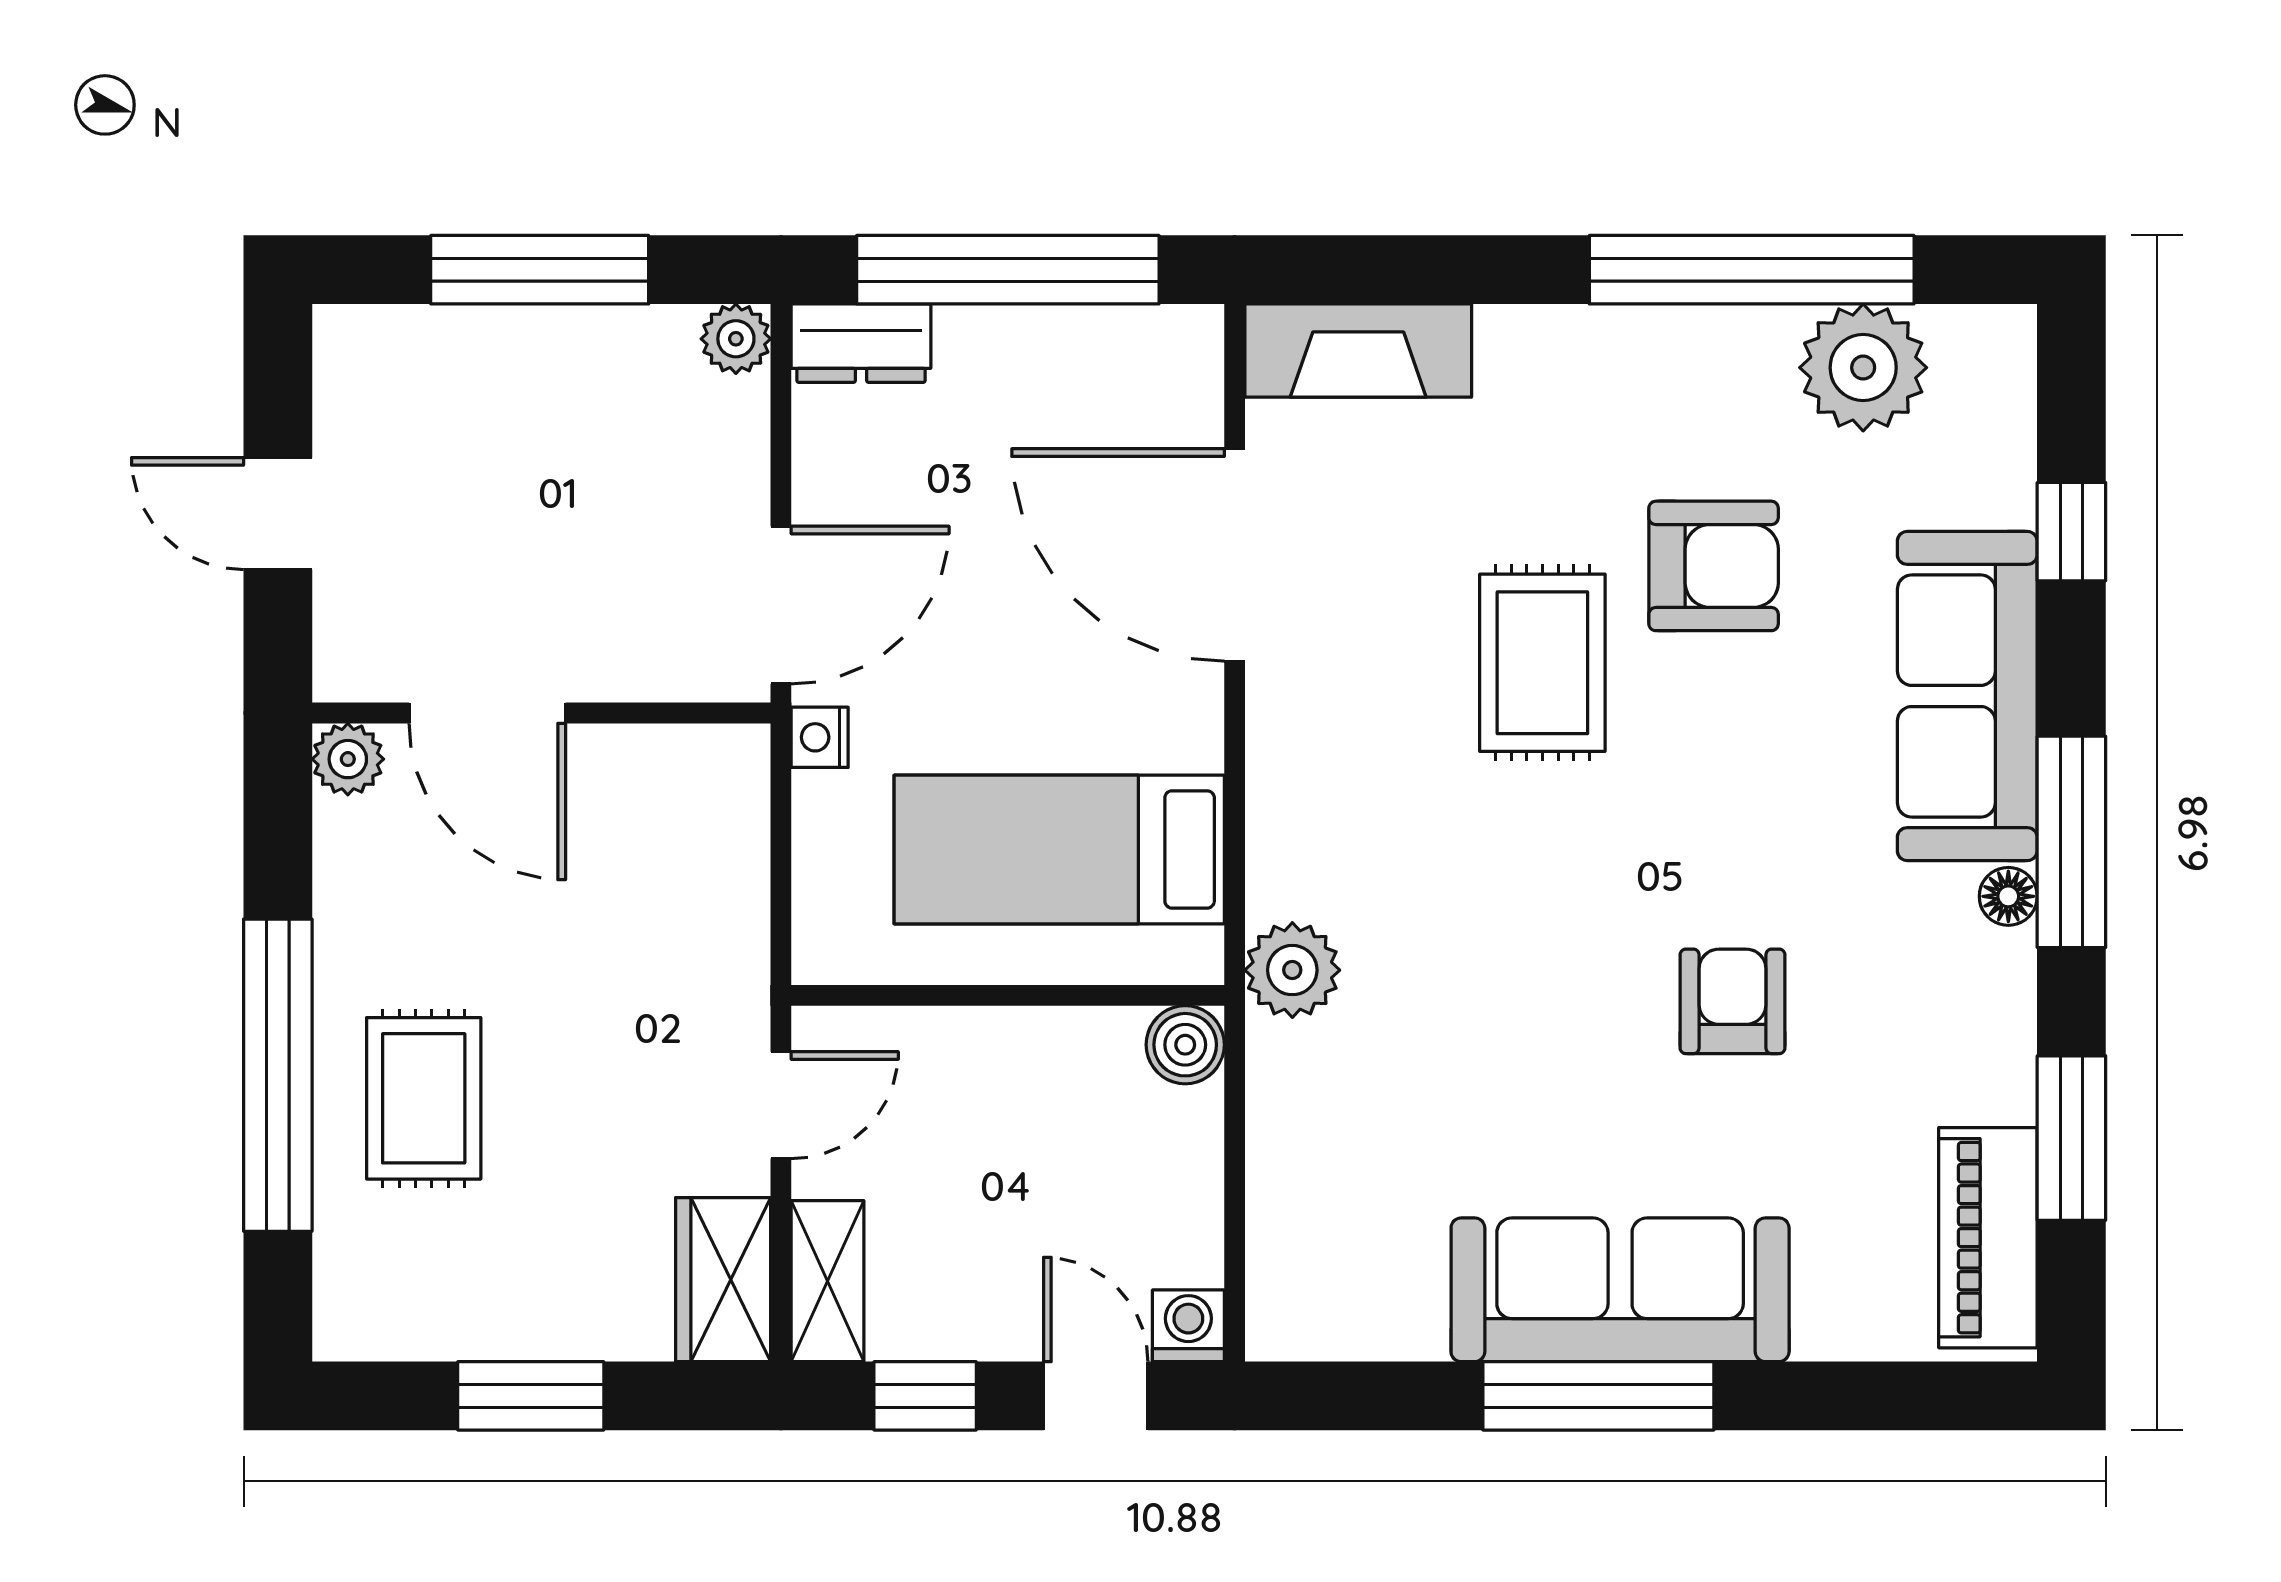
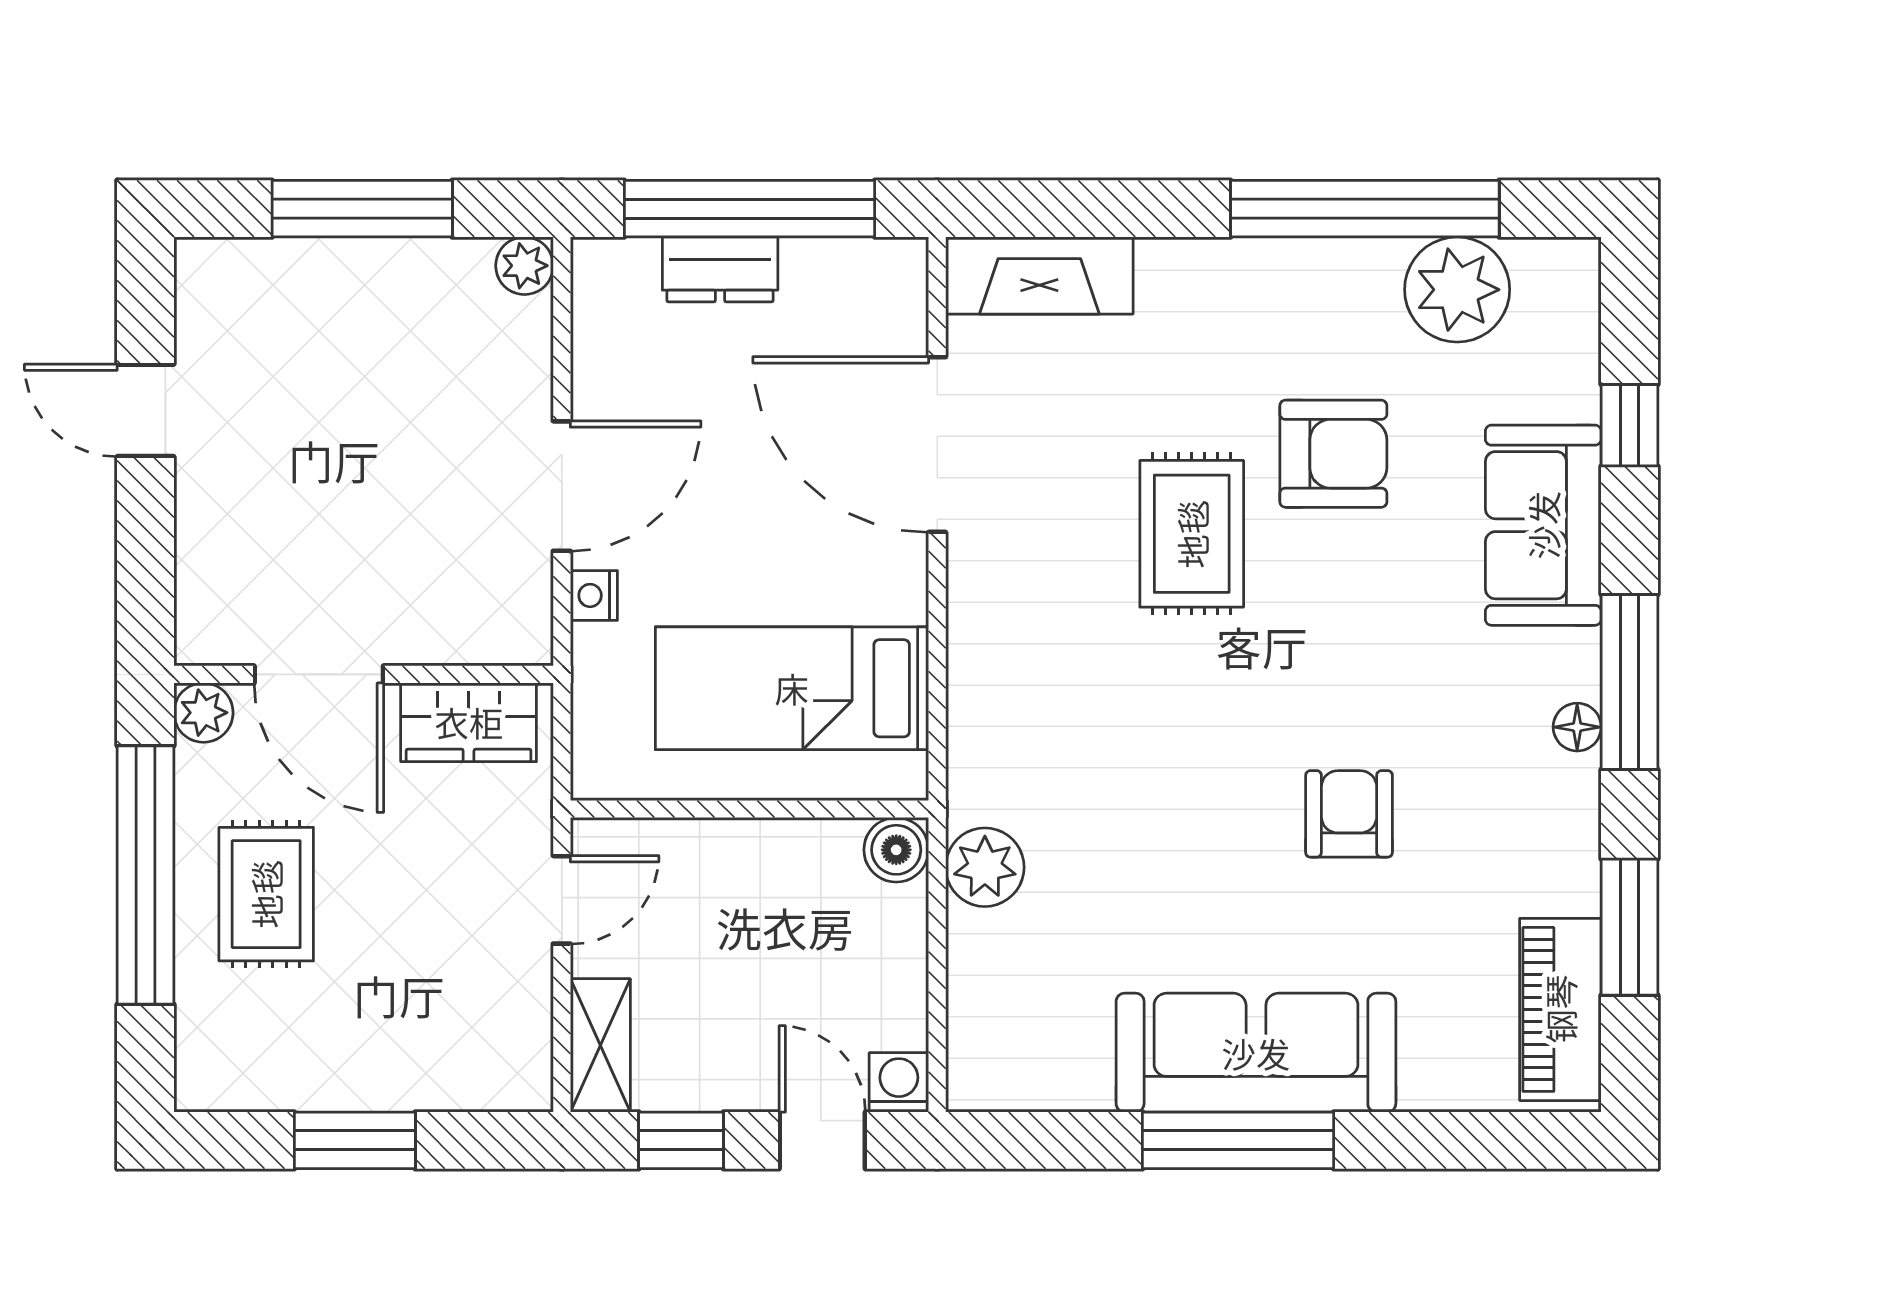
dresser: (861, 343) -> (720, 269), moved
sofa: (1967, 696) -> (1543, 525), width x0.73
door: (487, 713) -> (319, 674), moved
wall: (541, 713) -> (364, 674), moved
plant: (348, 759) -> (203, 713), moved
plant: (1292, 970) -> (985, 867), moved
wardrobe: (723, 1280) -> (469, 722), moved, turned -90

